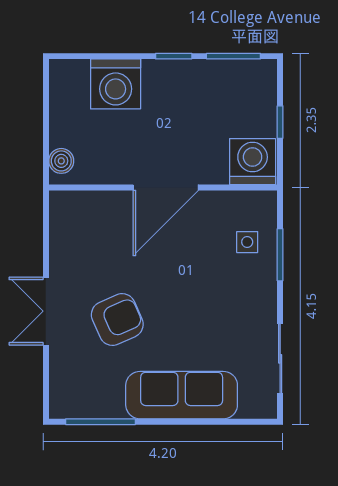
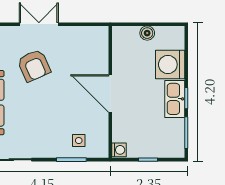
kitchen sink: (175, 76) -> (175, 99), added
boiler: (61, 161) -> (147, 33), moved
washing machine: (253, 162) -> (119, 150), width x0.53, depth x0.53

